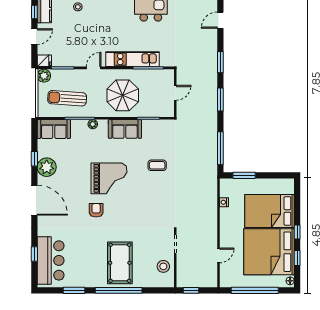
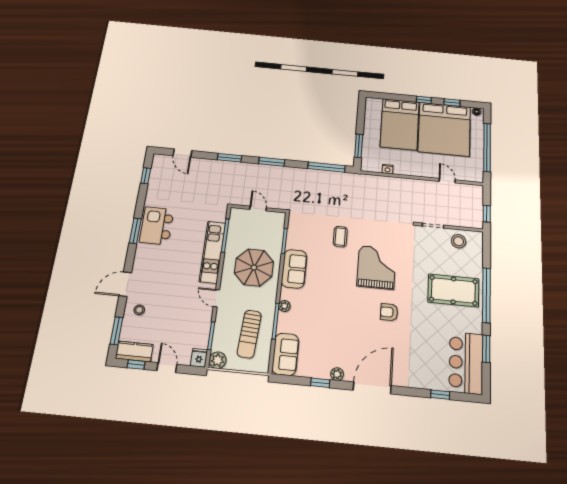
plant: (47, 167) -> (337, 374), width x0.53, depth x0.53
grand piano: (109, 178) -> (376, 267), moved
bar counter: (51, 260) -> (466, 363), moved, turned -90

